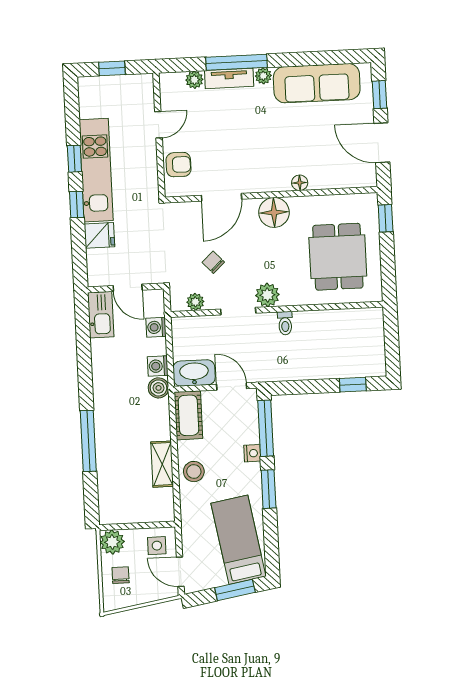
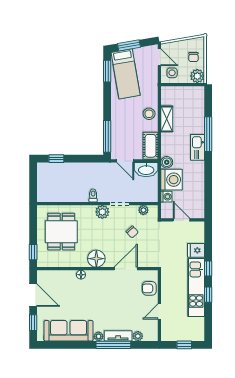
kitchen sink: (101, 315) -> (197, 147), moved
washing machine: (158, 366) -> (172, 180), width x1.89, depth x1.89
nightstand: (252, 453) -> (115, 123), removed
window: (269, 489) -> (107, 71), moved

